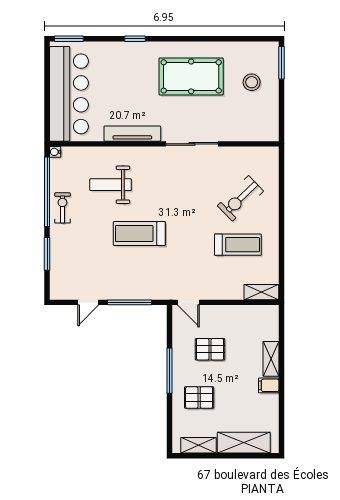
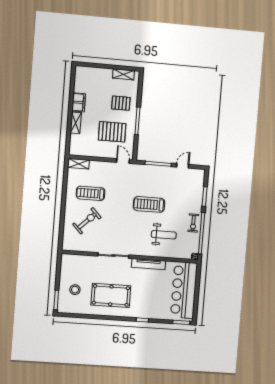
treadmill: (139, 234) -> (149, 204), turned 180
pallet: (210, 349) -> (112, 132), width x1.50, depth x1.42
filing cabinet: (269, 385) -> (79, 102), width x2.00
shelving: (244, 443) -> (96, 73), removed

